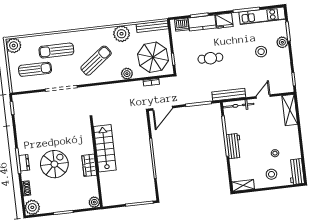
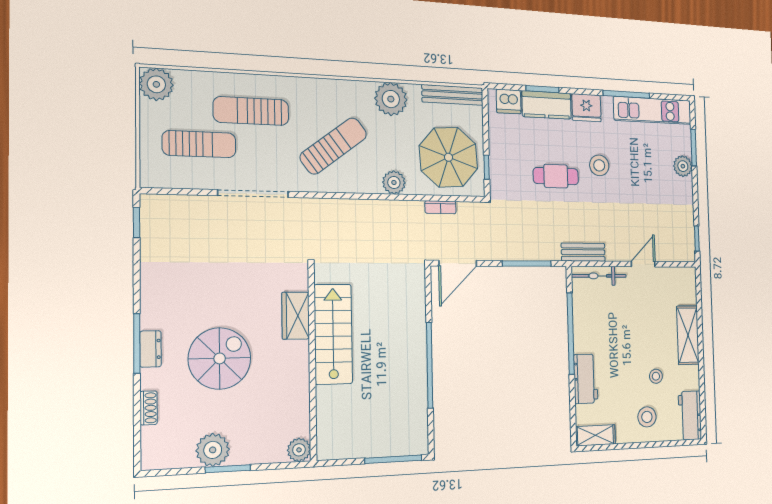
stool: (261, 52) -> (599, 165), moved
bench: (229, 95) -> (583, 252), width x0.73
shelving: (290, 110) -> (688, 335), moved
workbench: (234, 146) -> (586, 379), moved
wardrobe: (89, 165) -> (296, 316), moved
plant: (32, 207) -> (213, 450), moved

